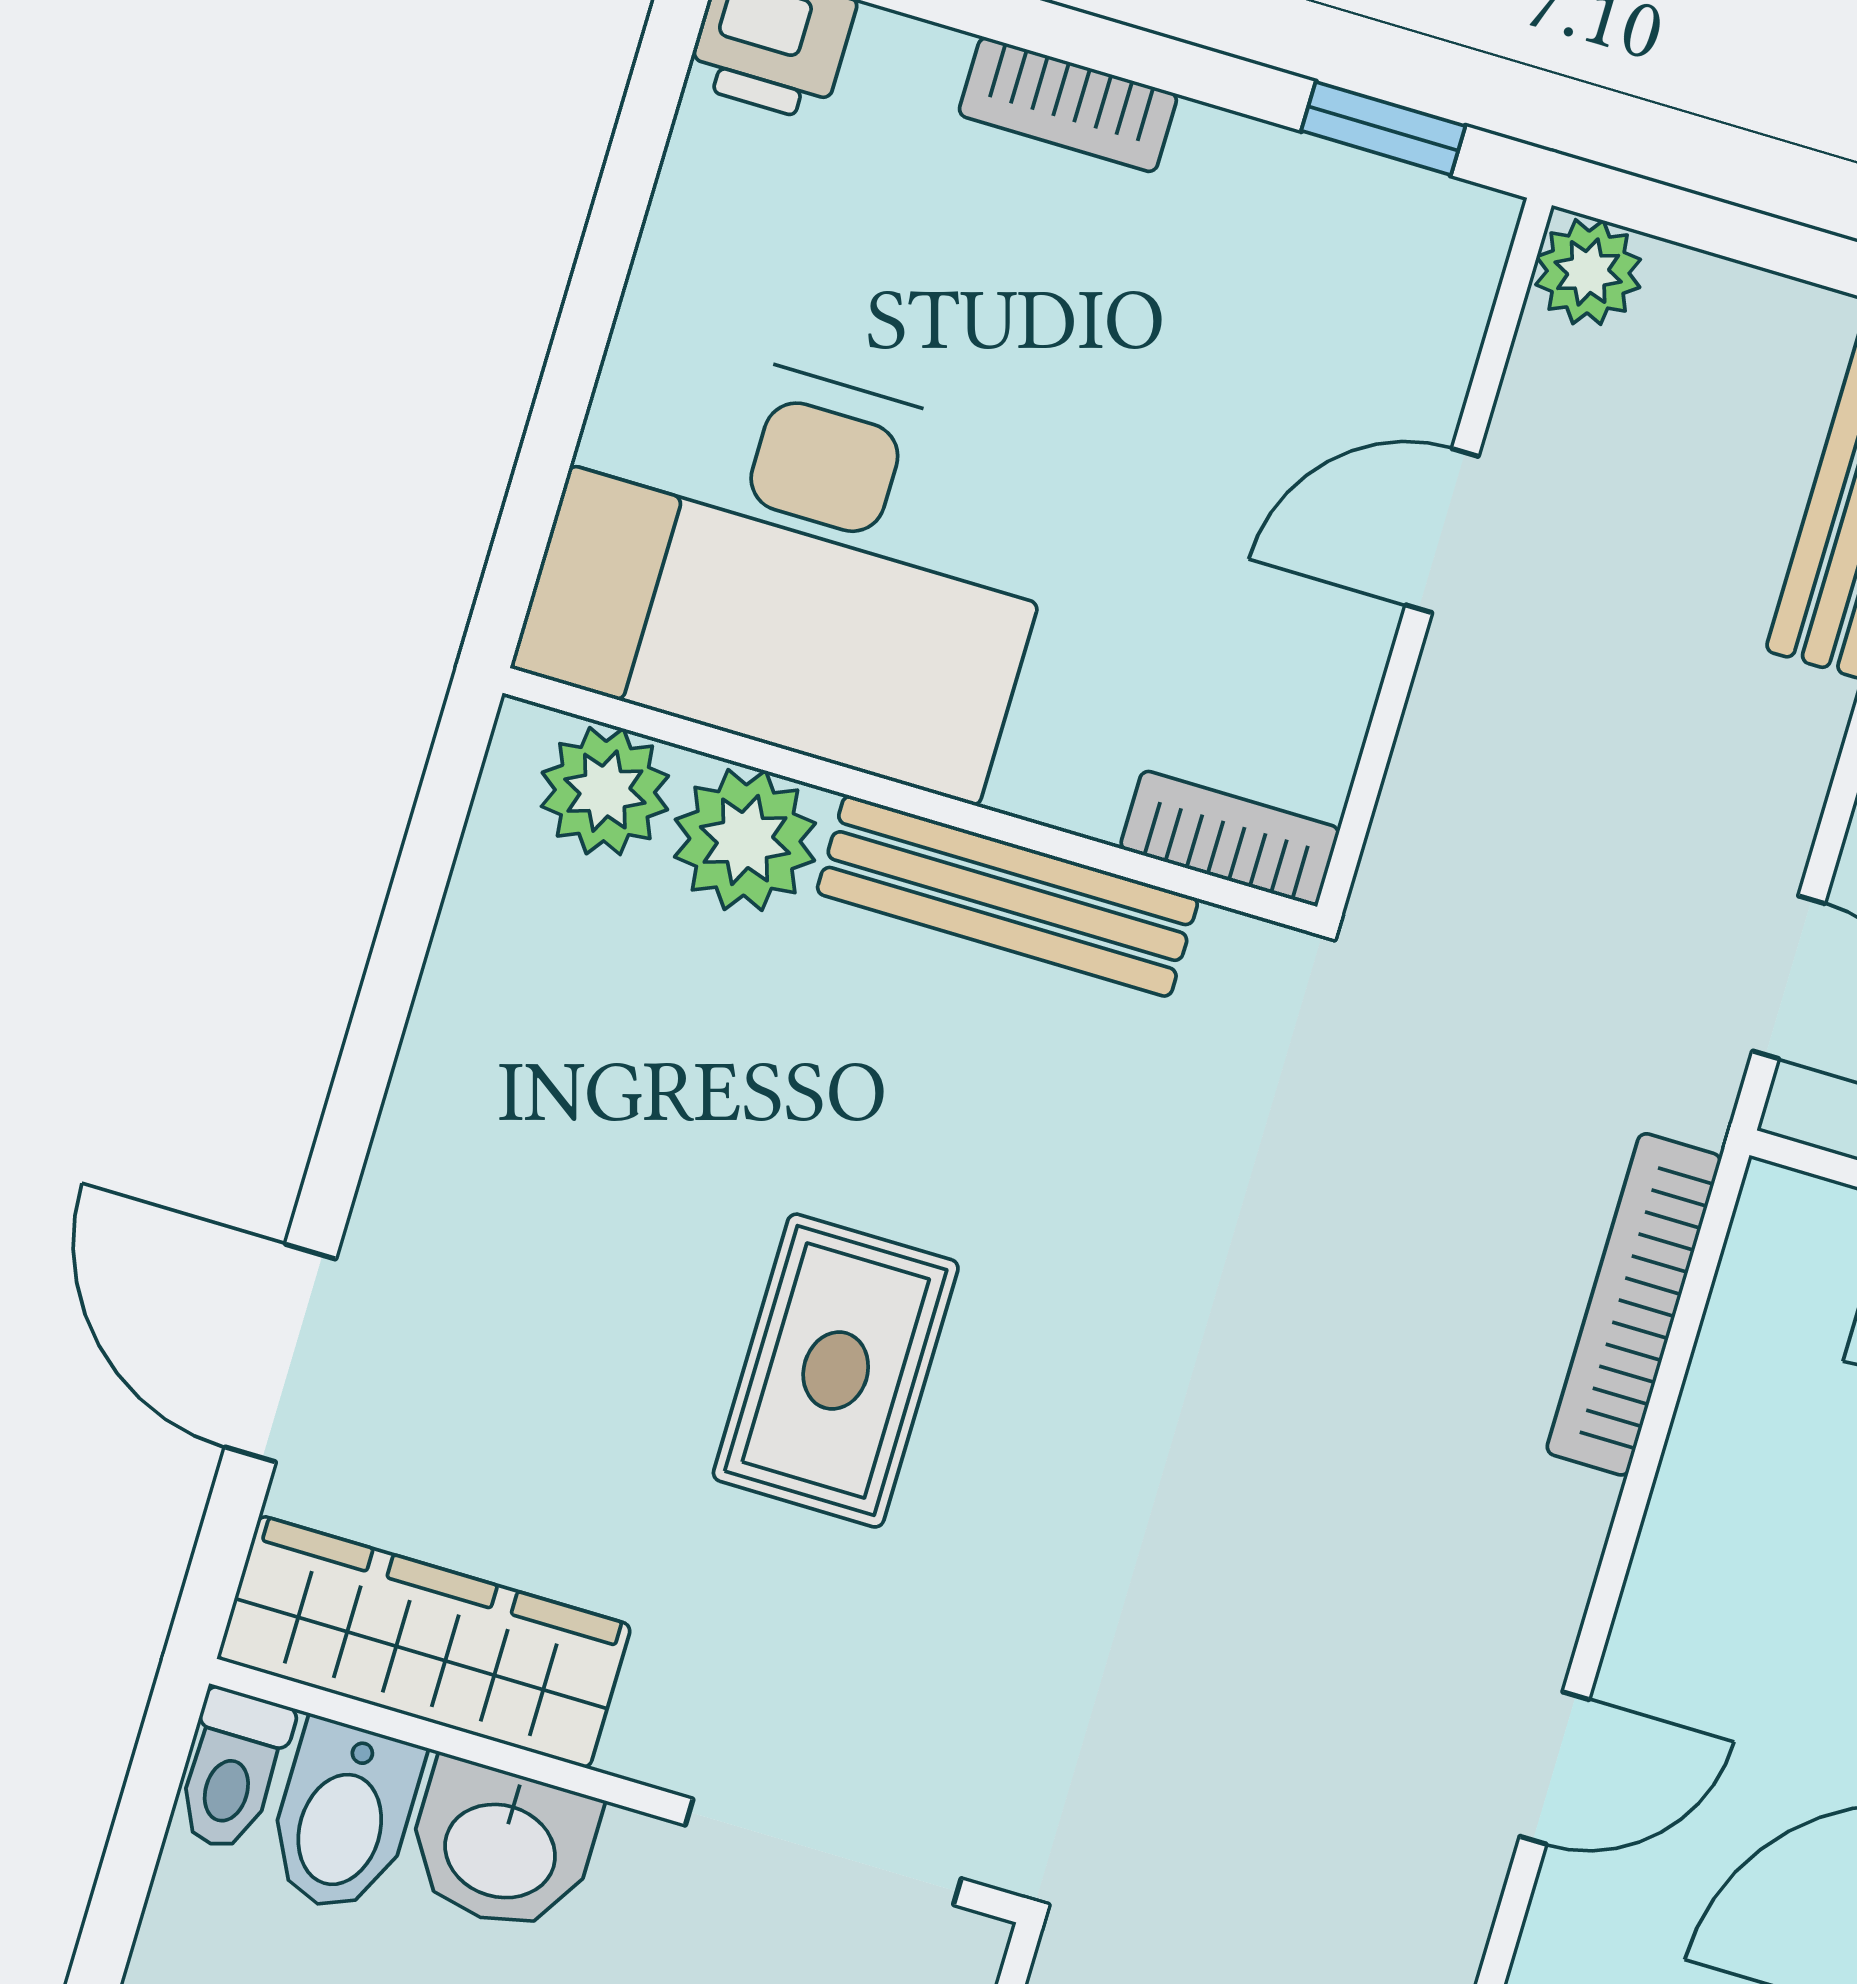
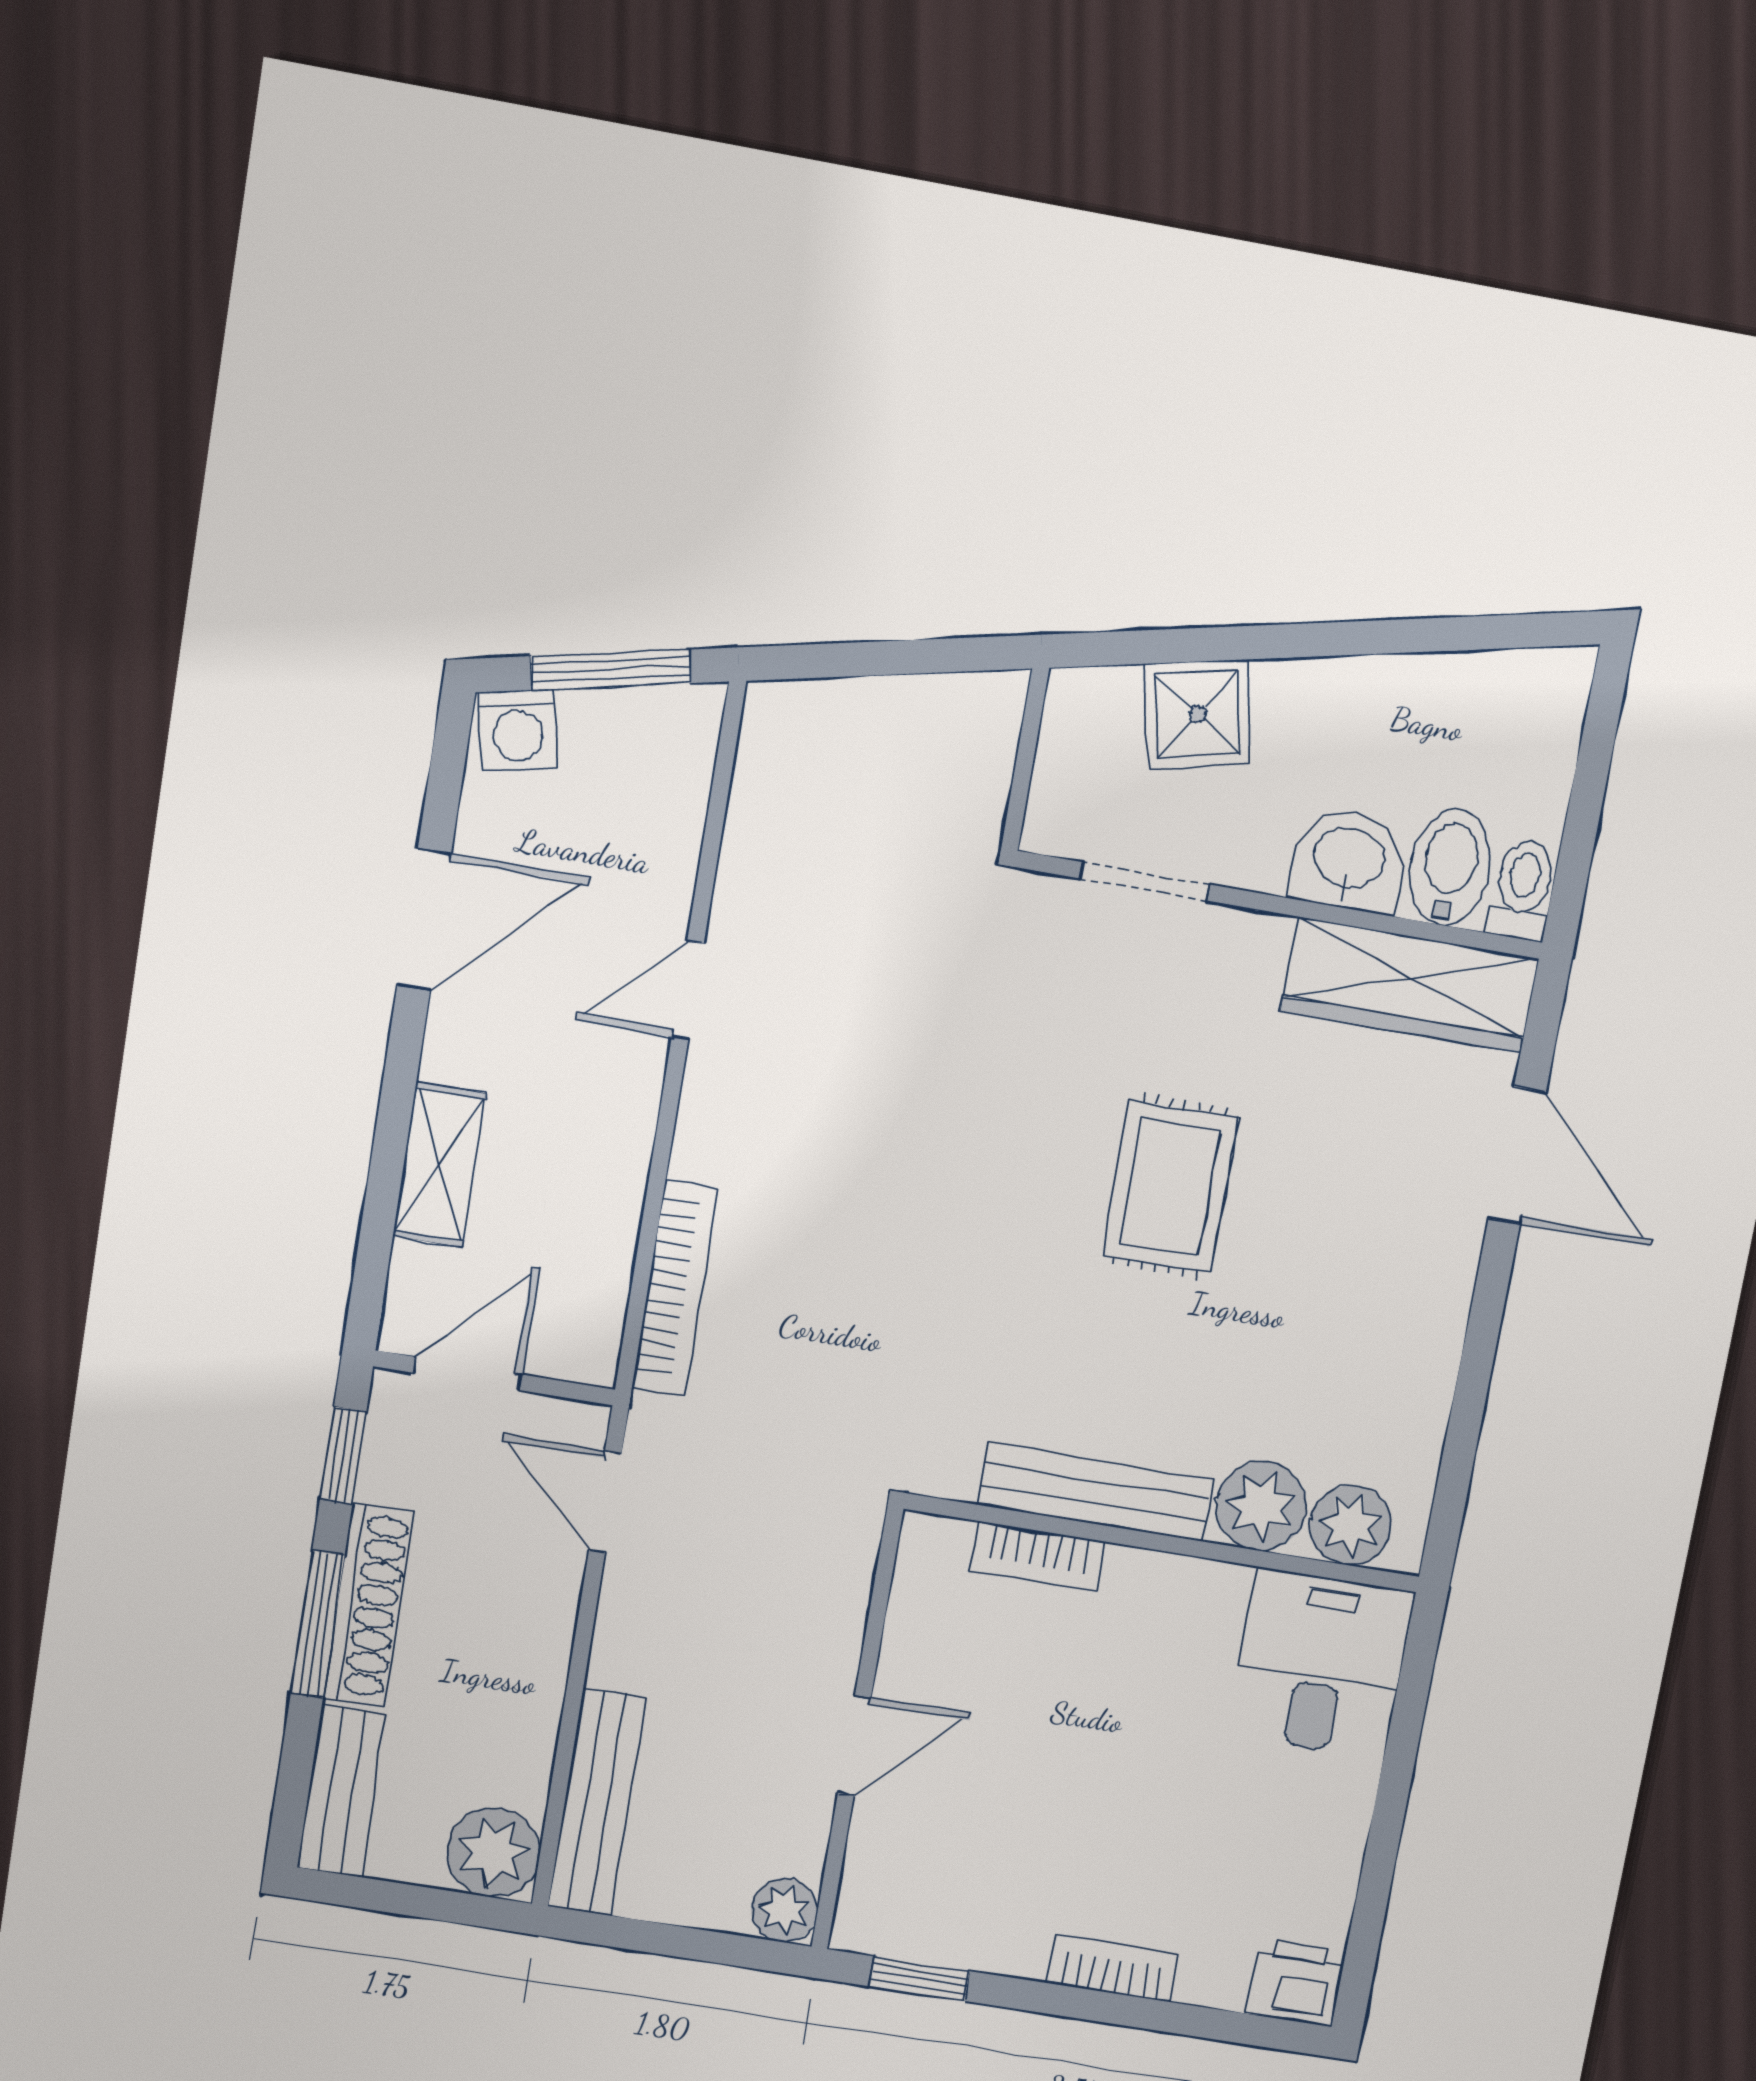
desk: (796, 562) -> (1321, 1663), width x0.53, depth x0.77
bookcase: (1230, 838) -> (1038, 1556), moved
doorway: (823, 1852) -> (1145, 881), width x0.73

